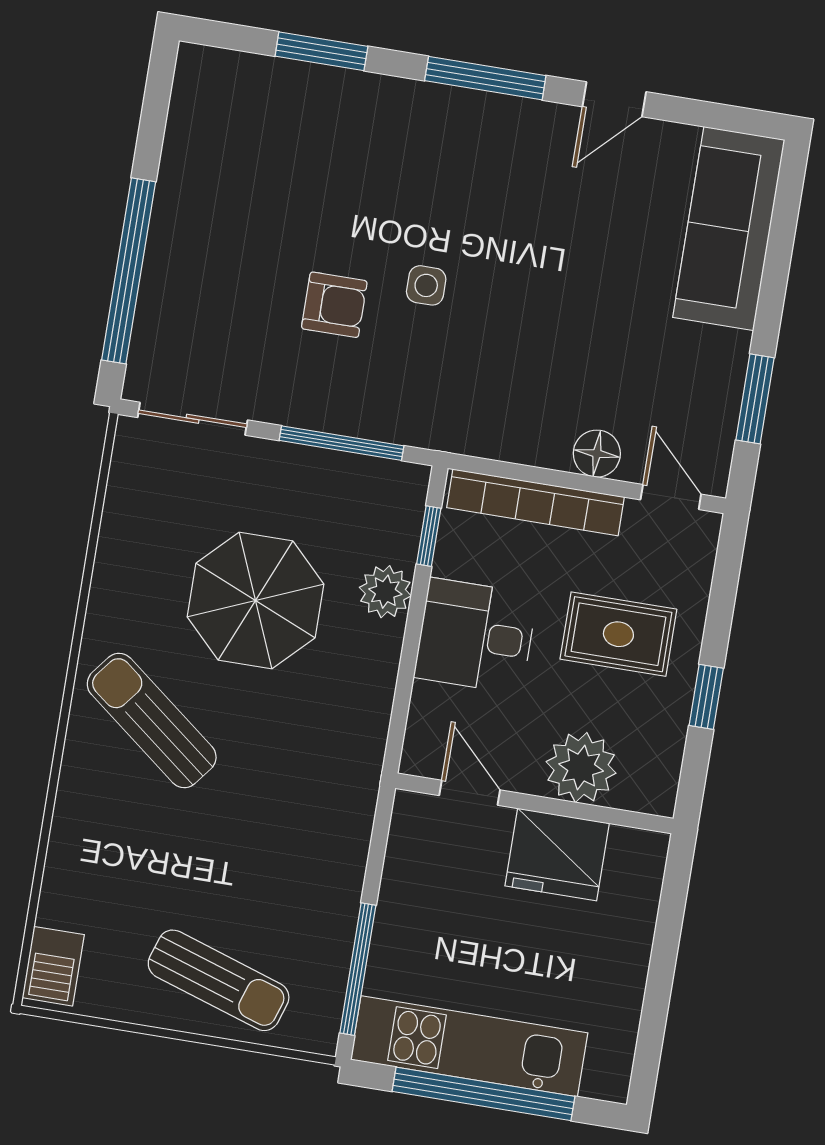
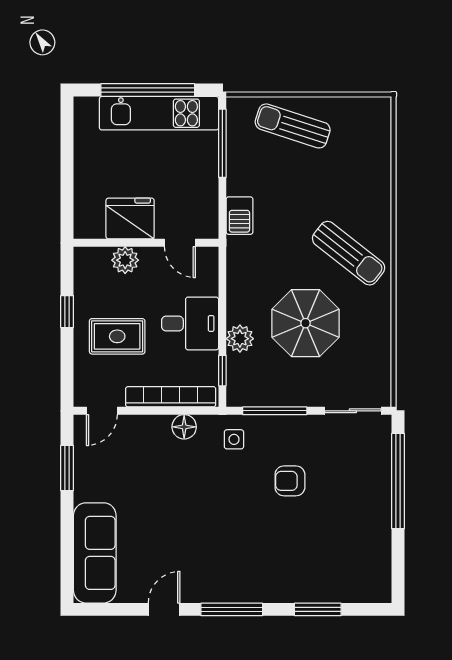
side table: (426, 285) -> (234, 439), moved
floor lamp: (597, 454) -> (184, 427), moved
door: (671, 497) -> (102, 411), hinge flipped
plant: (581, 767) -> (125, 260), width x0.73, depth x0.73
barbecue: (53, 966) -> (239, 216), moved, turned 180

